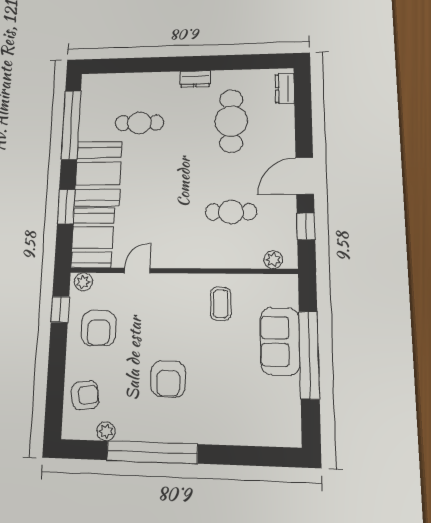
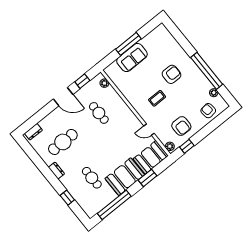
window: (141, 65) -> (67, 198), added
coffee table: (221, 304) -> (157, 98), moved
armchair: (99, 328) -> (181, 126), turned 90
window: (309, 355) -> (128, 44), width x0.68
armchair: (168, 379) -> (172, 74), moved

